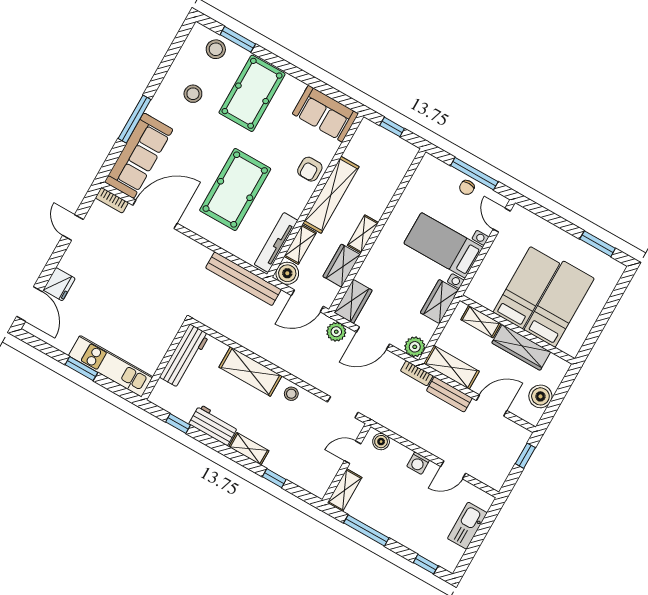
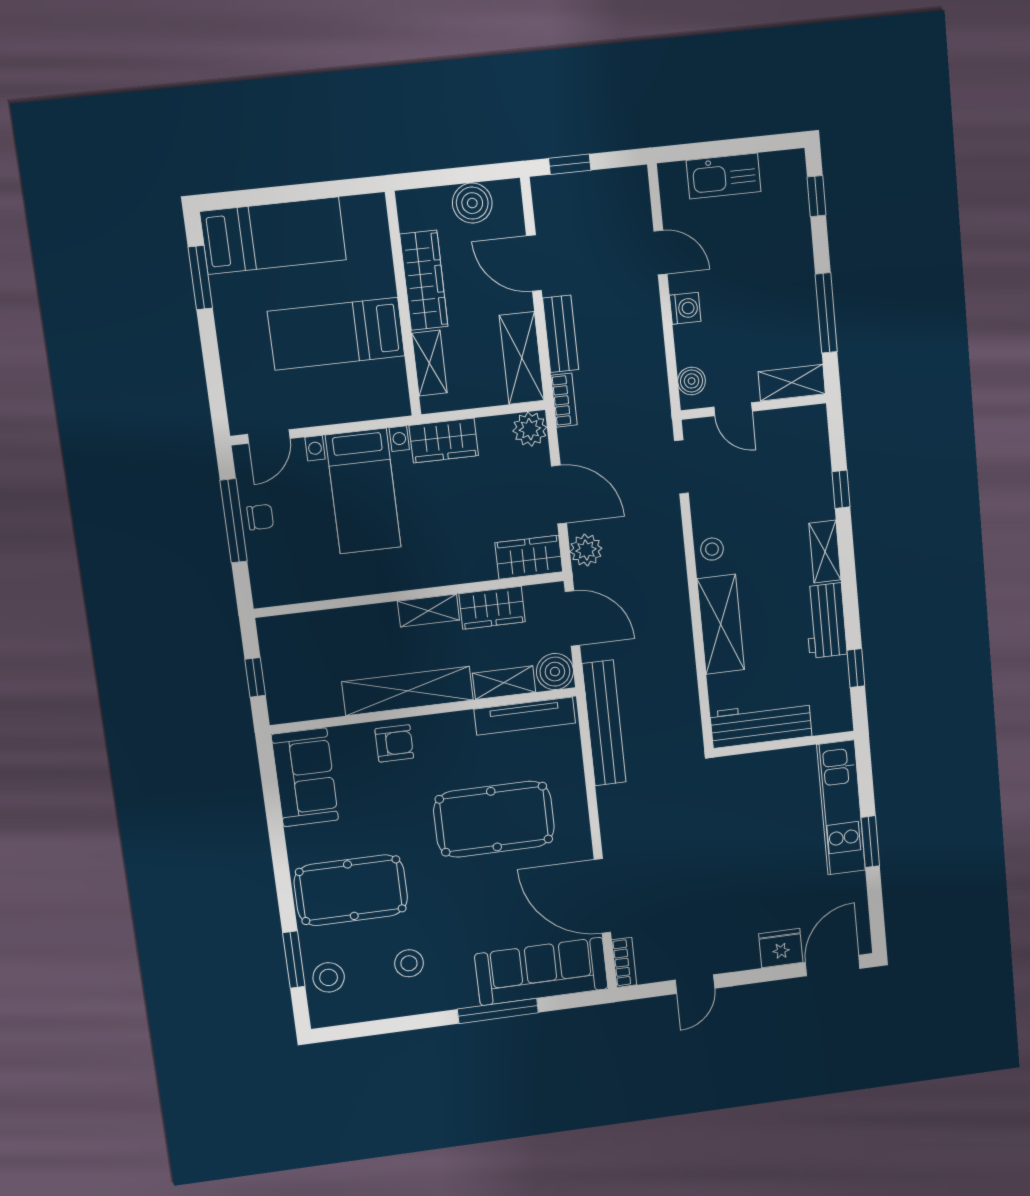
bed: (559, 304) -> (273, 236), moved, turned 180

